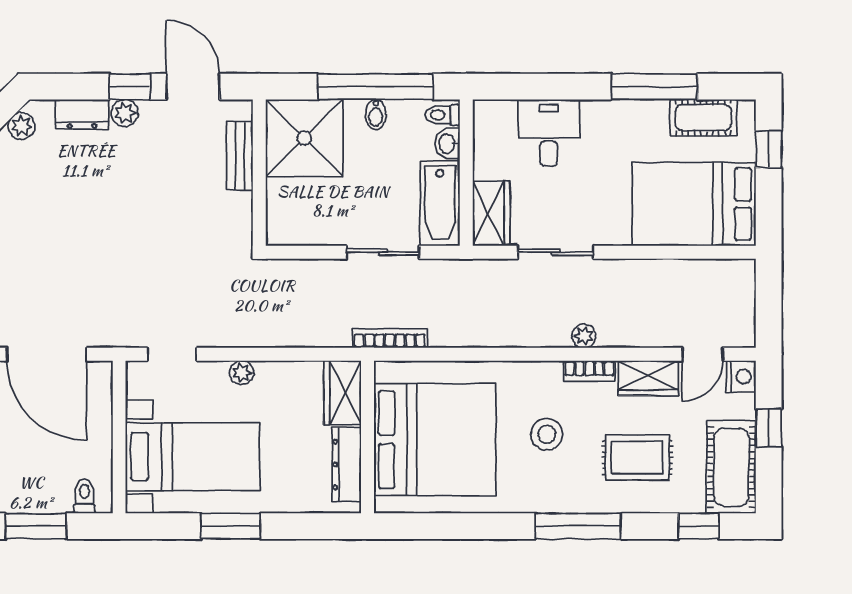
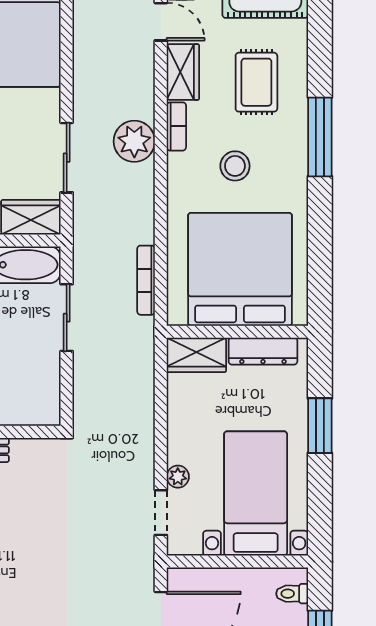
plant: (584, 336) -> (134, 141), width x1.87, depth x1.87
bookcase: (390, 338) -> (146, 280), moved
plant: (242, 373) -> (178, 477), moved
window: (231, 526) -> (320, 426), moved
window: (699, 526) -> (320, 25), removed

